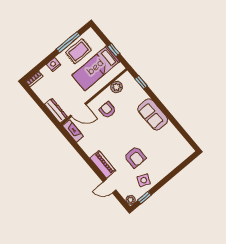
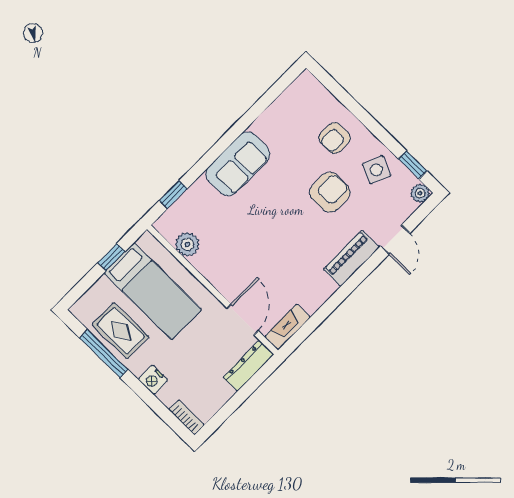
armchair: (108, 110) -> (335, 138), moved

